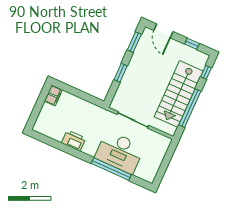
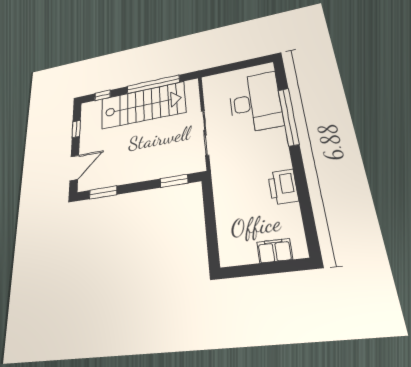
window: (121, 73) -> (174, 181), moved
filing cabinet: (53, 95) -> (275, 251), moved
desk: (120, 152) -> (255, 102), moved

